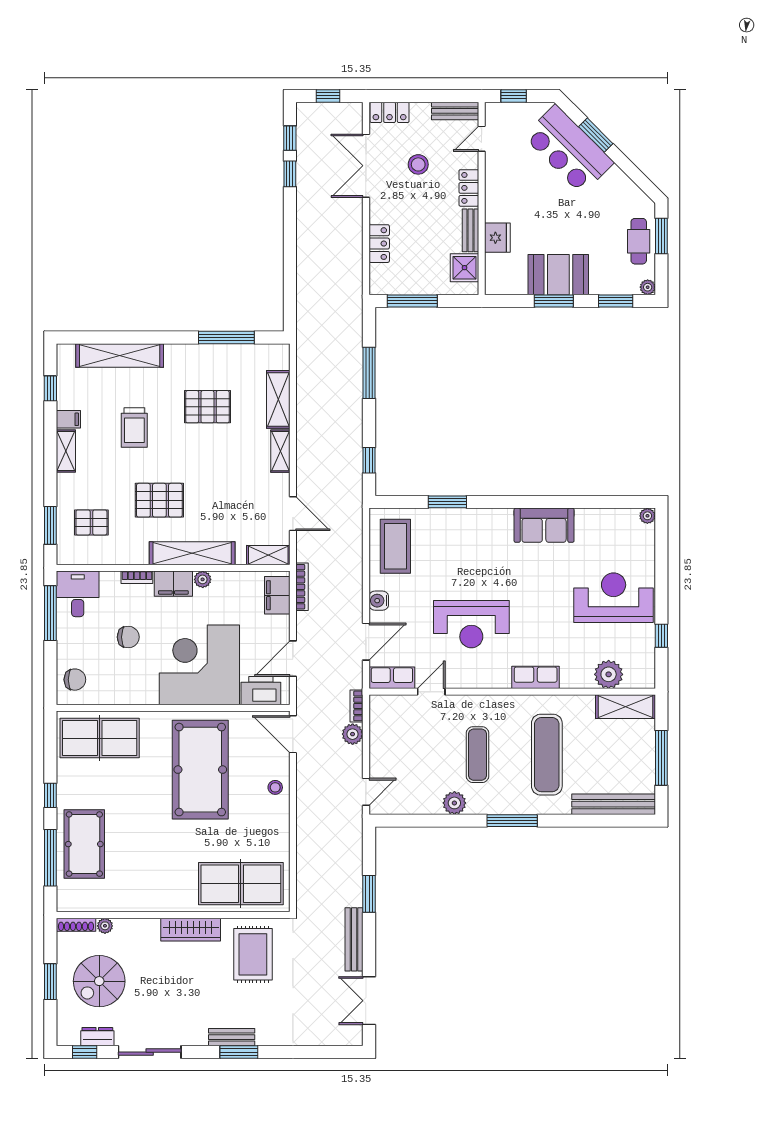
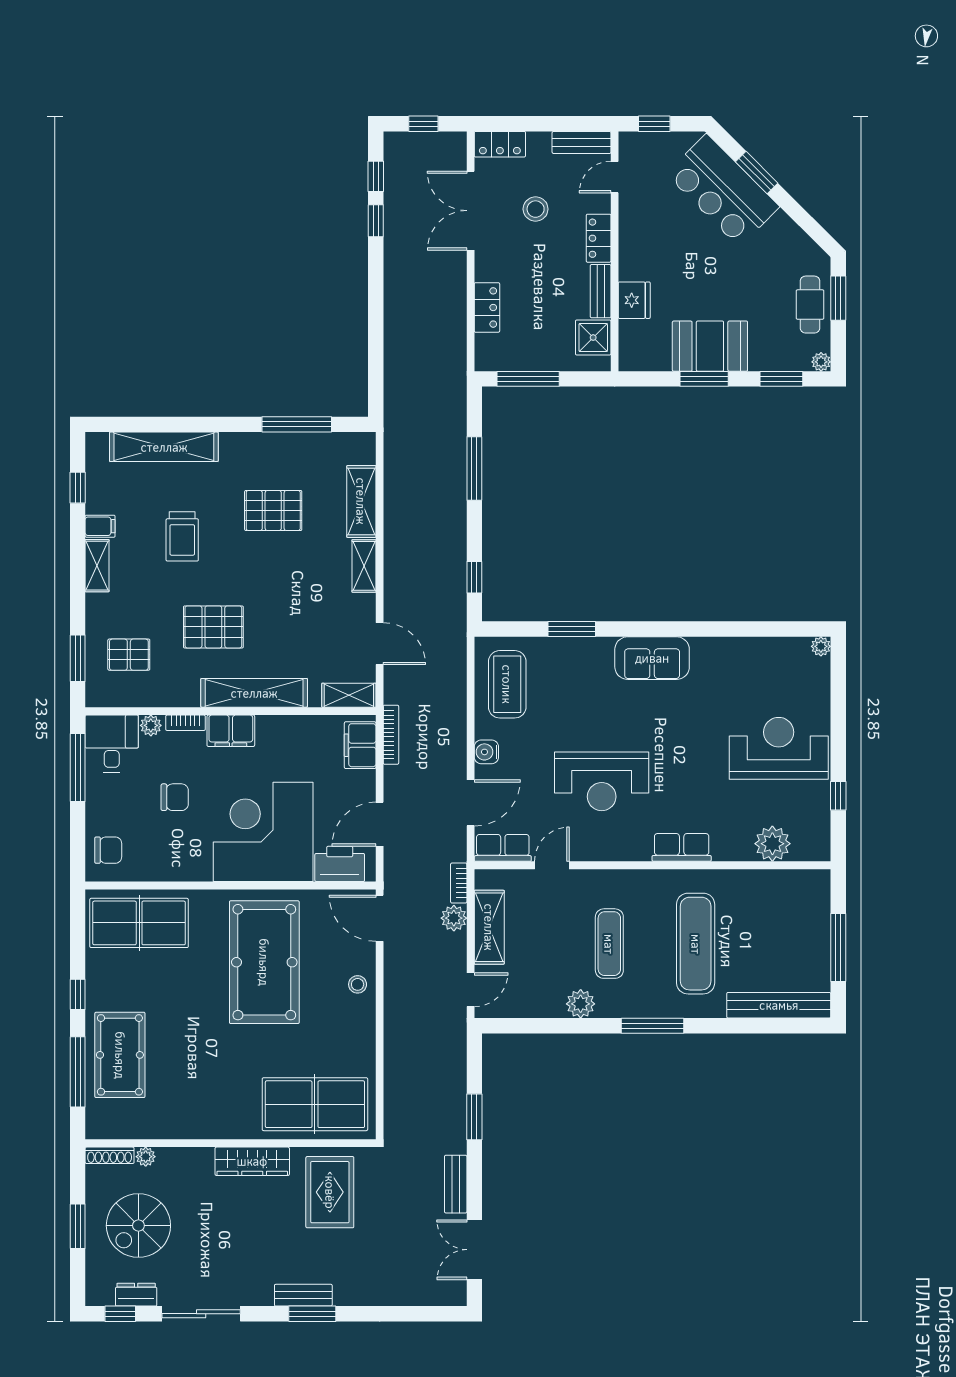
sofa: (544, 525) -> (652, 658), moved
plant: (203, 579) -> (151, 725), moved
shelving: (625, 707) -> (489, 927), moved, turned 90
bench: (354, 939) -> (456, 1184), width x0.73

